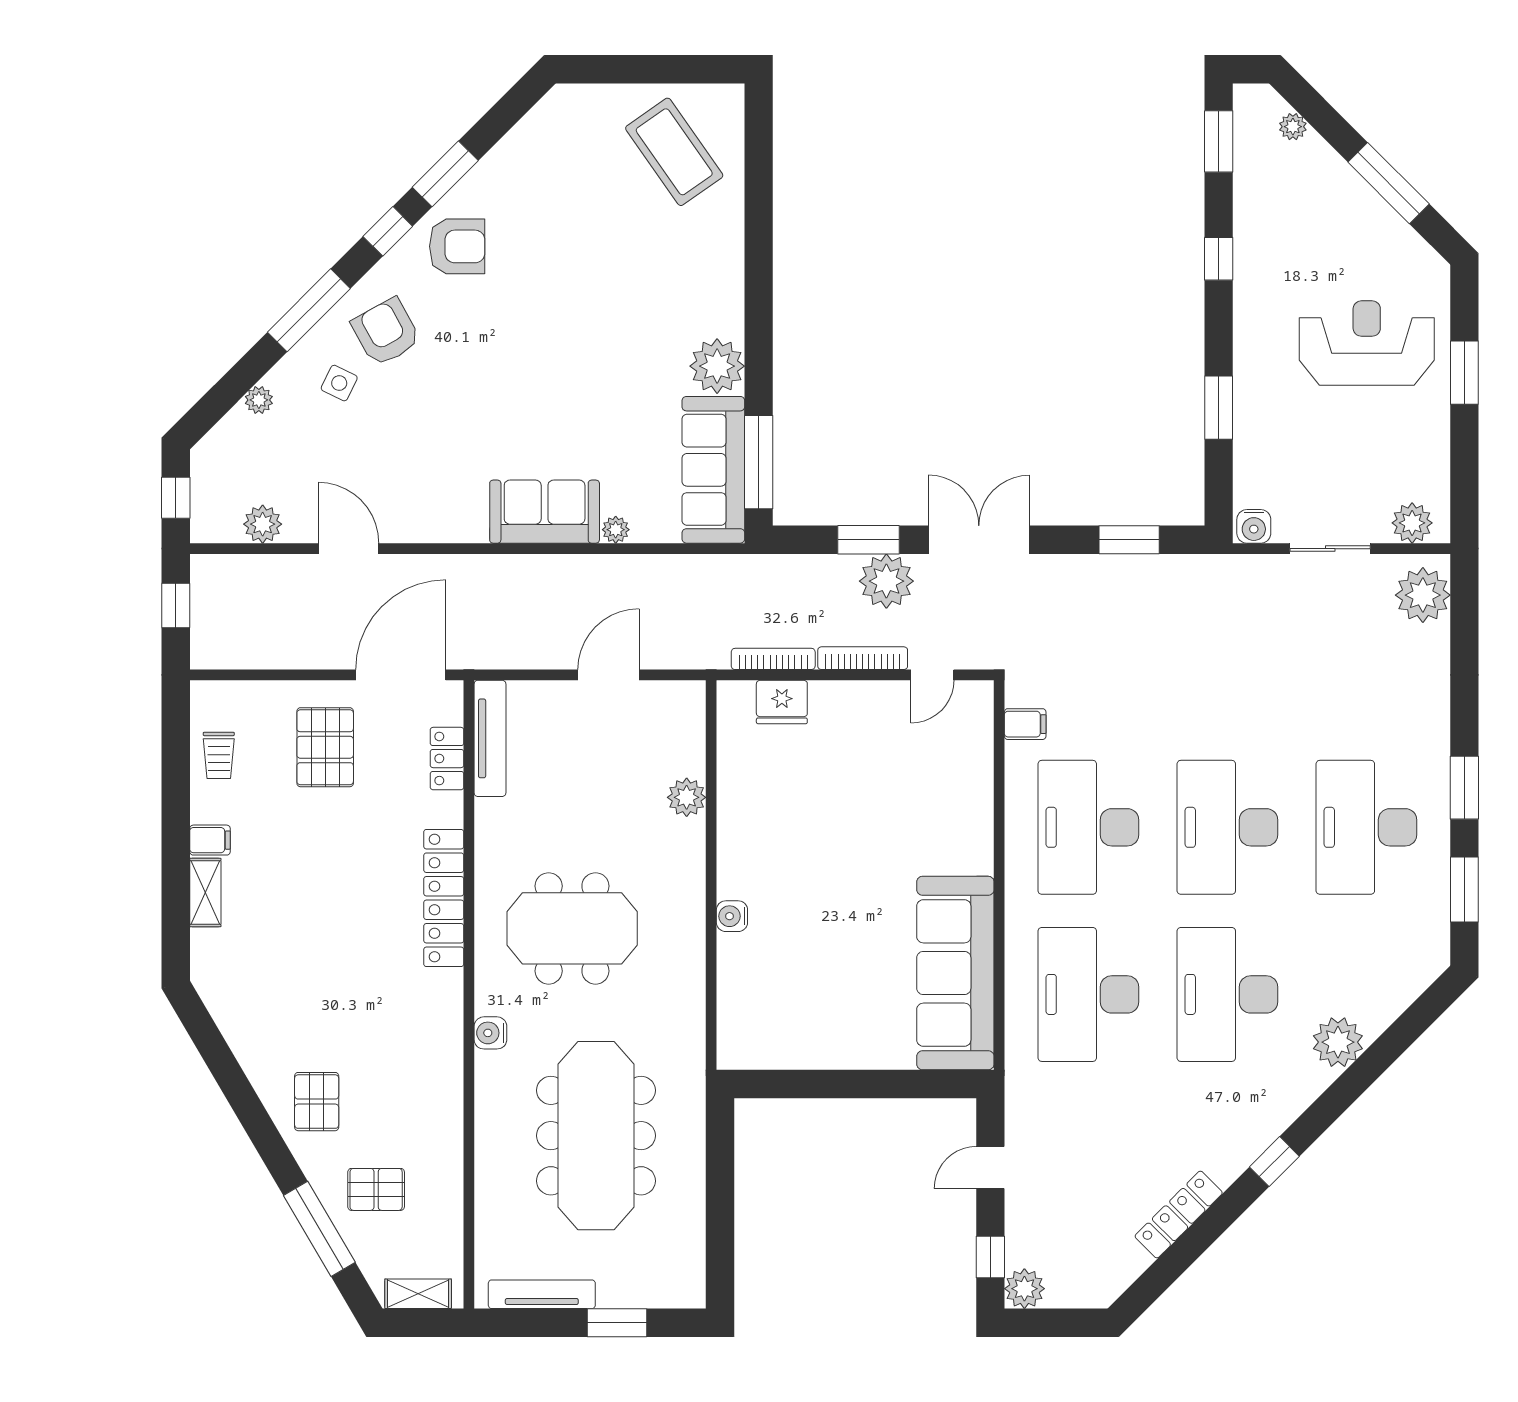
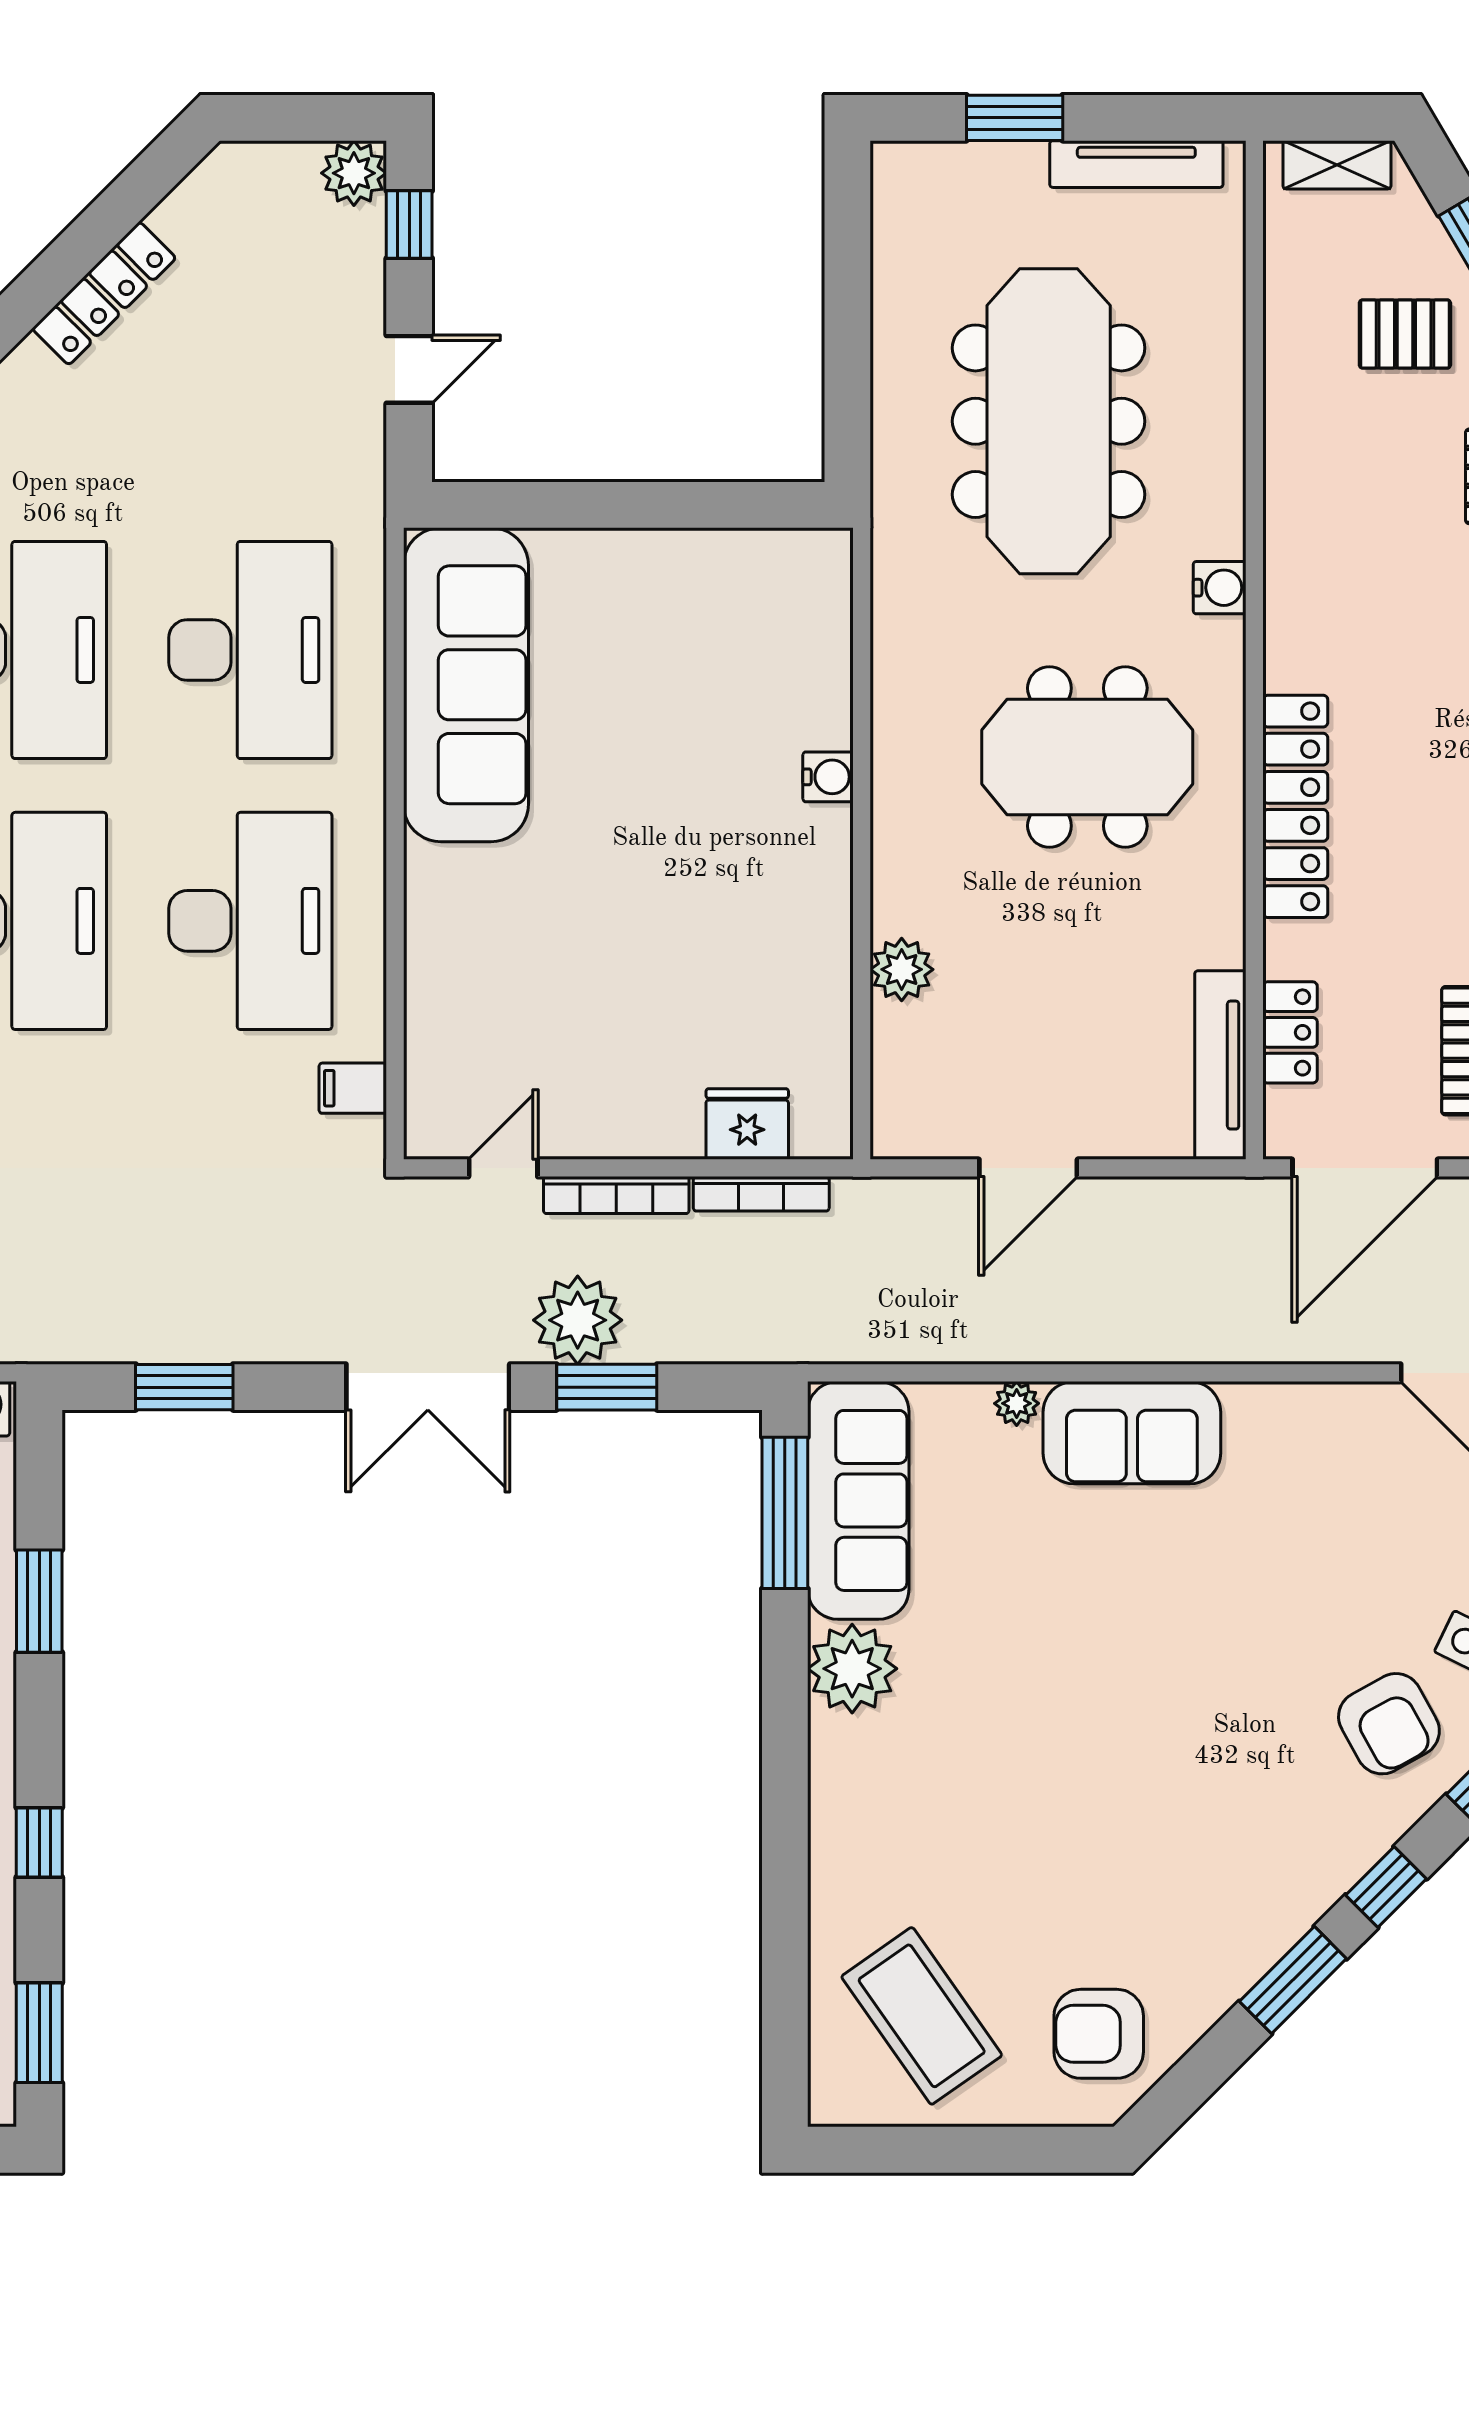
armchair: (457, 246) -> (1099, 2034), moved

